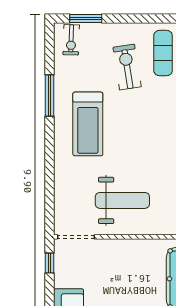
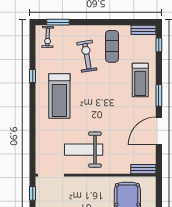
window: (50, 95) -> (33, 76), width x0.46
weight bench: (122, 200) -> (84, 150), turned 180

